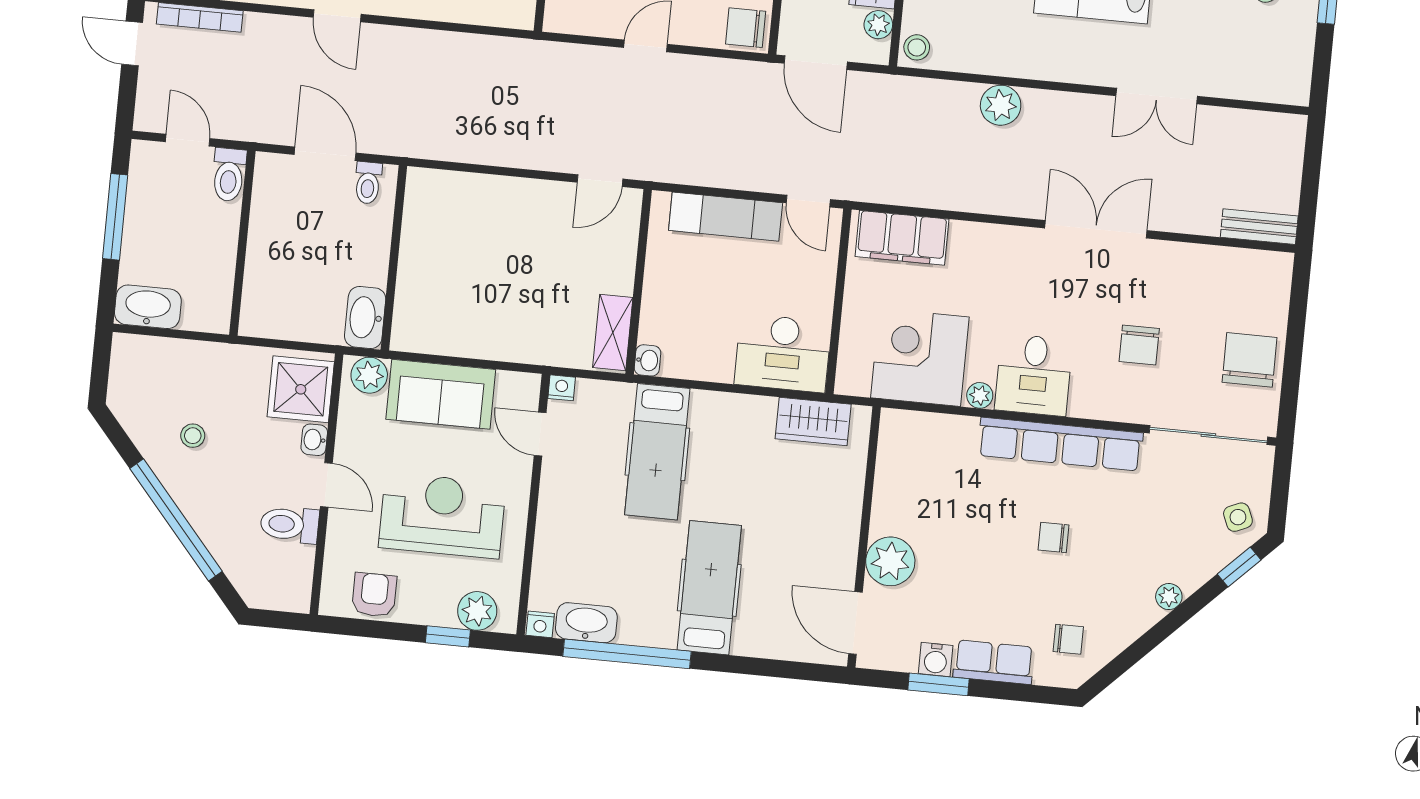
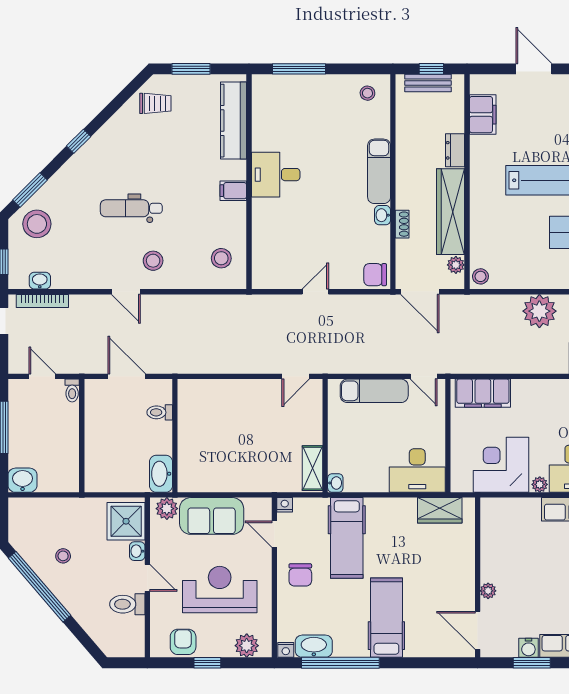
plant: (1001, 105) -> (539, 311), width x1.36, depth x1.36
toilet: (229, 175) -> (72, 390), width x0.73, depth x0.72
toilet: (368, 183) -> (160, 412), moved, turned 90
washbasin: (148, 307) -> (23, 480), width x0.72
chair: (576, 504) -> (300, 575), added
window: (176, 520) -> (40, 587), moved
plant: (890, 561) -> (488, 591), width x0.53, depth x0.53
window: (448, 636) -> (207, 663), moved

